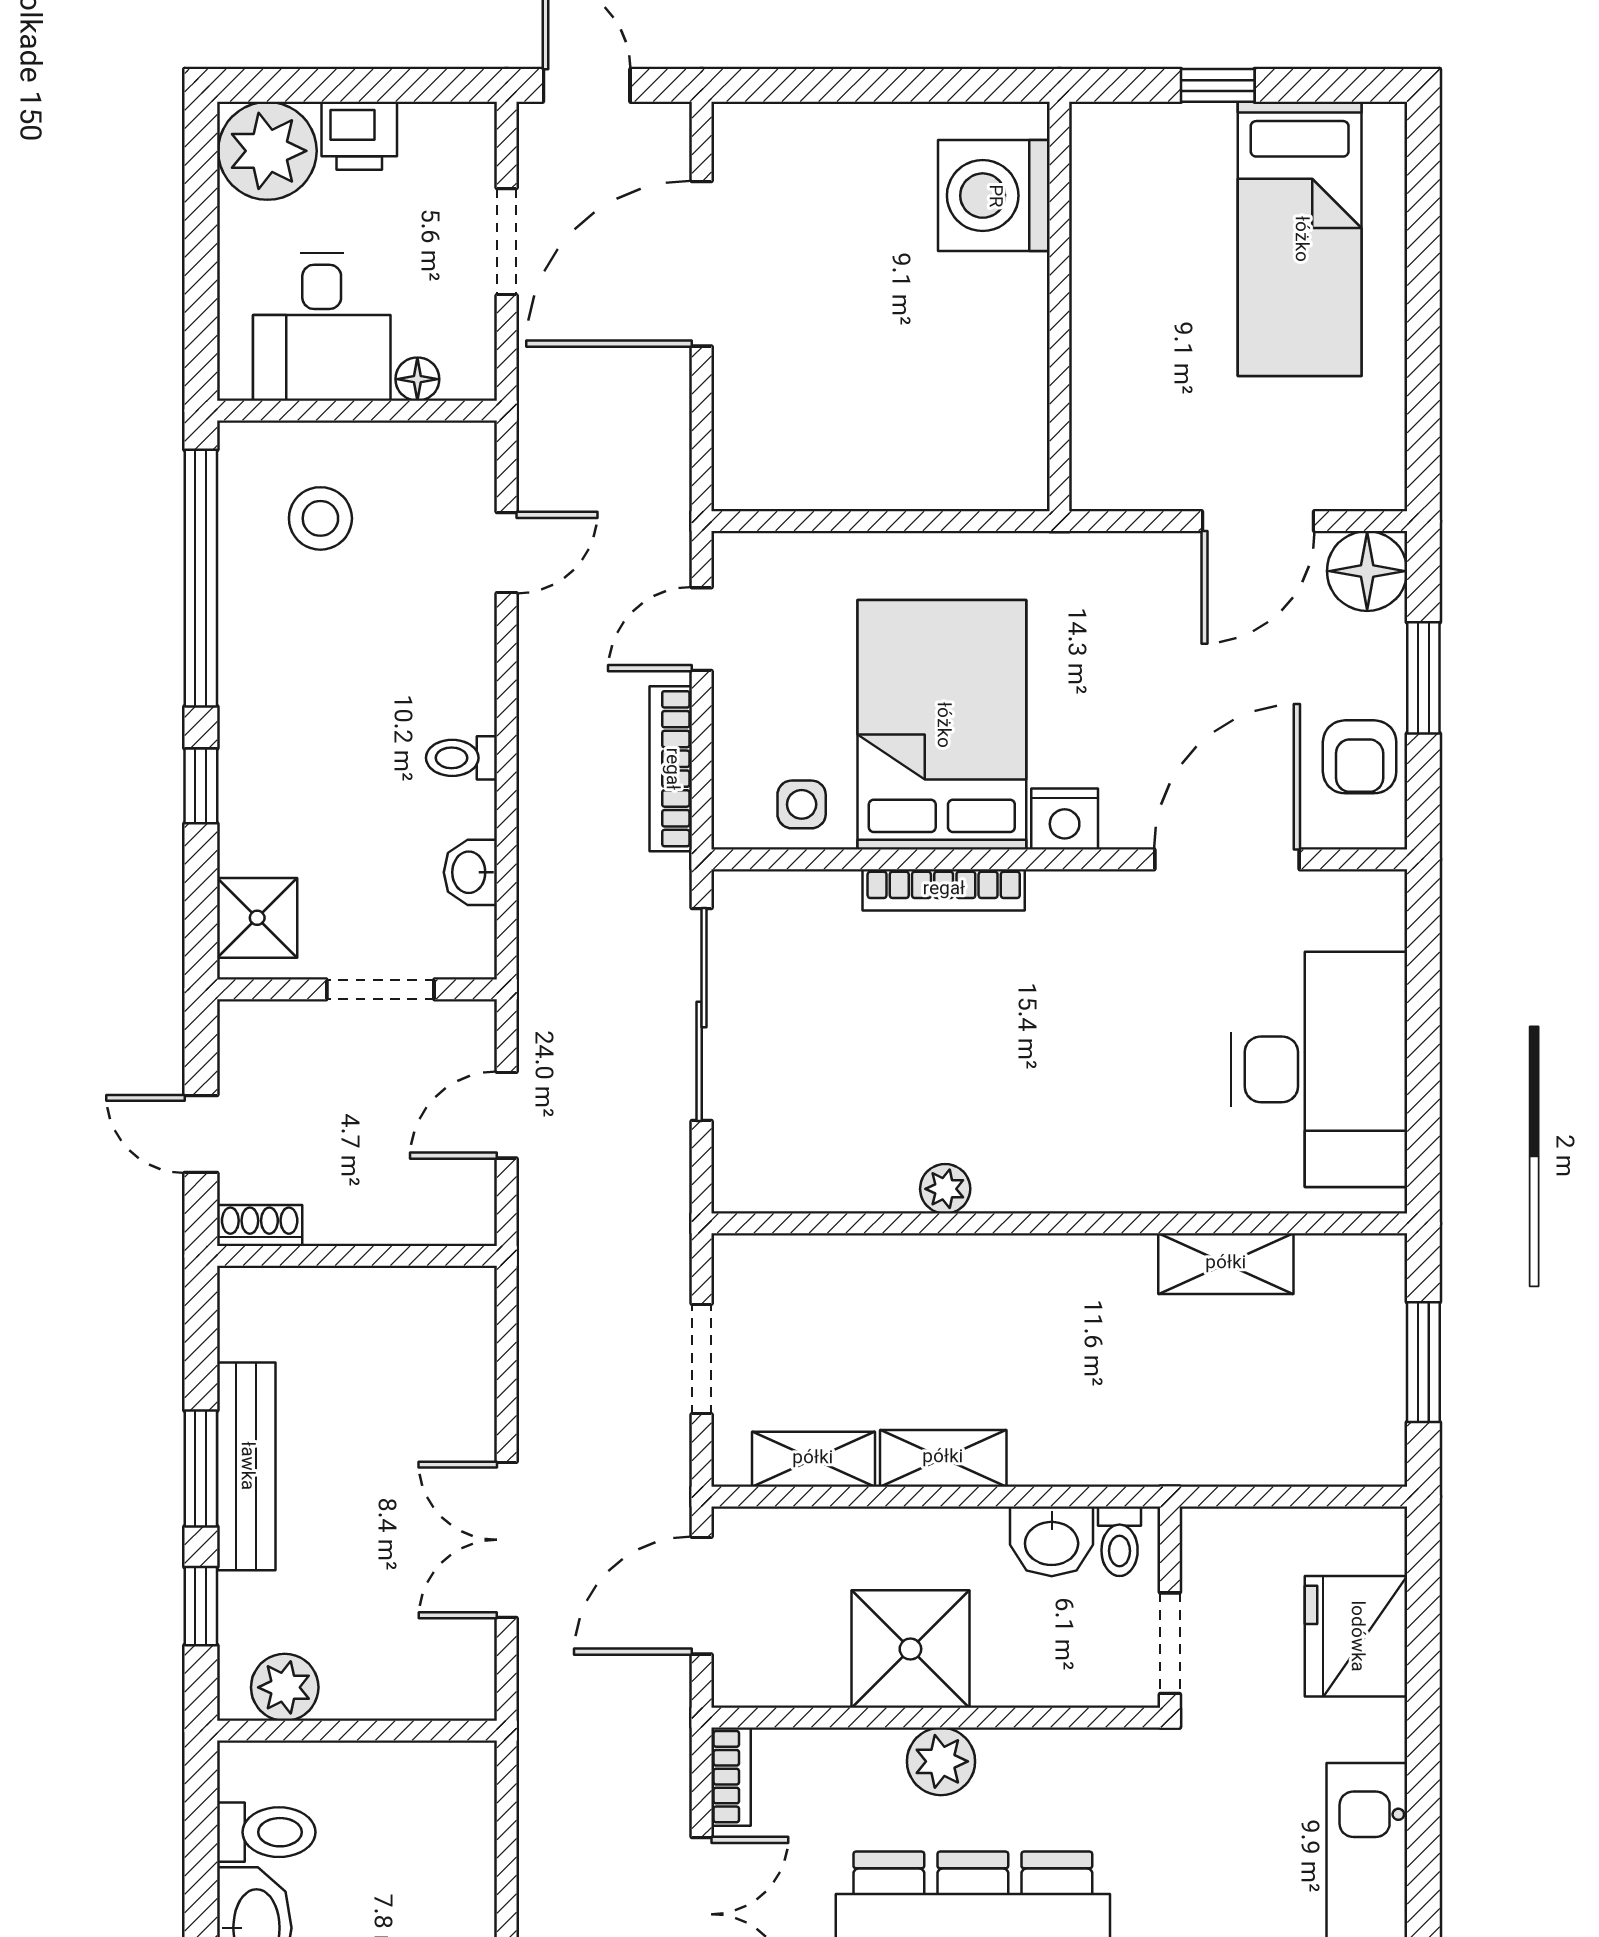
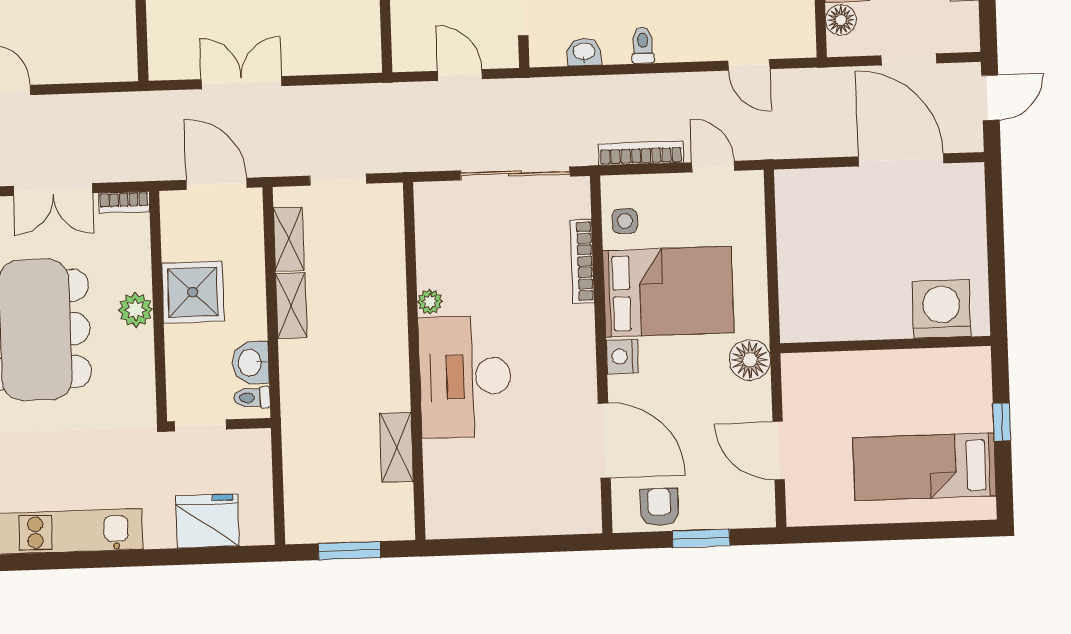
floor lamp: (417, 379) -> (841, 20), width x1.37, depth x1.37
floor lamp: (1367, 571) -> (750, 360), moved
armchair: (1360, 757) -> (659, 507), turned 90
bookcase: (944, 890) -> (582, 261), moved
desk: (1319, 1069) -> (465, 377), moved, turned 90

